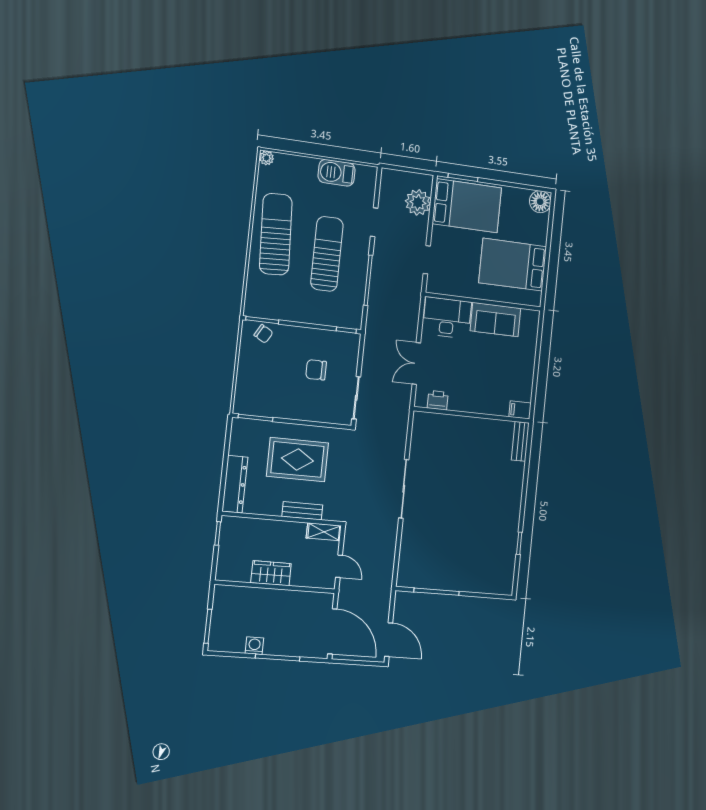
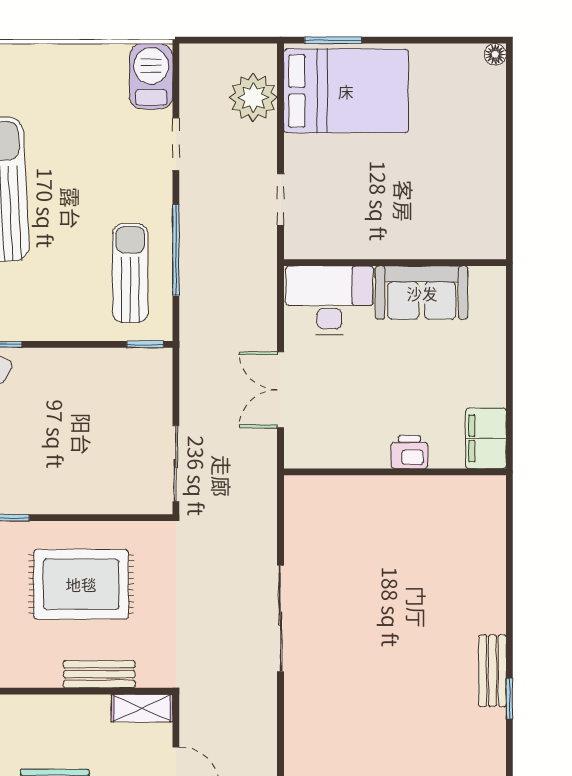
barbecue: (337, 173) -> (151, 76), moved, turned 90
floor lamp: (540, 202) -> (495, 54), width x0.53, depth x0.53
sun lounger: (327, 254) -> (130, 273), moved, width x0.73, depth x0.75
bed: (513, 265) -> (444, 187), removed
chair: (316, 370) -> (98, 421), removed
printer: (438, 400) -> (409, 452), moved
filing cabinet: (520, 410) -> (486, 438), width x2.00
bench: (520, 441) -> (492, 671), moved

